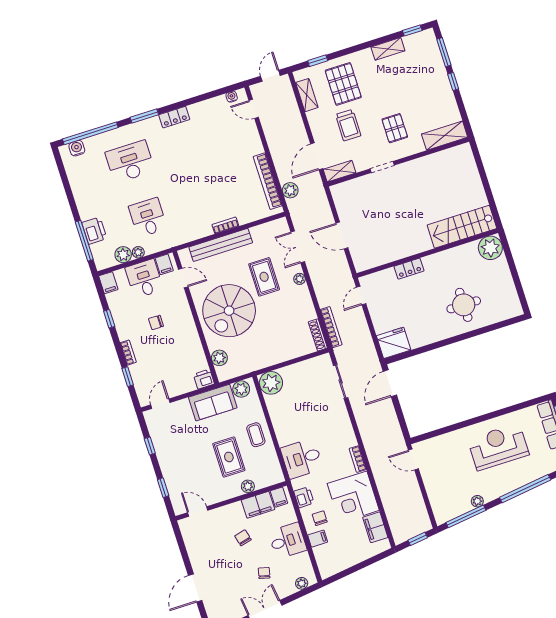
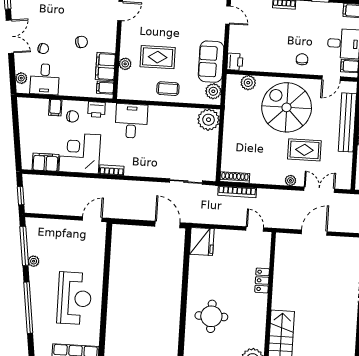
chair: (156, 322) -> (302, 59), moved
desk: (288, 541) -> (45, 79), moved

